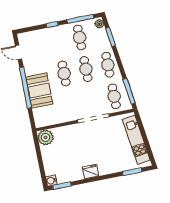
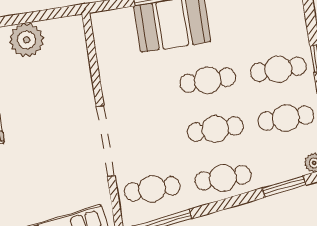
cafe table: (58, 42) -> (278, 69), added
plant: (46, 137) -> (27, 40), moved

